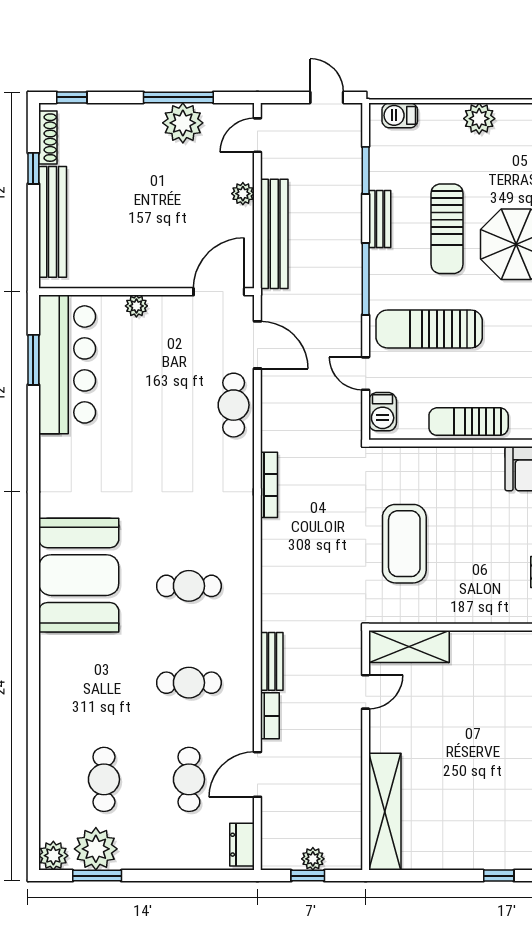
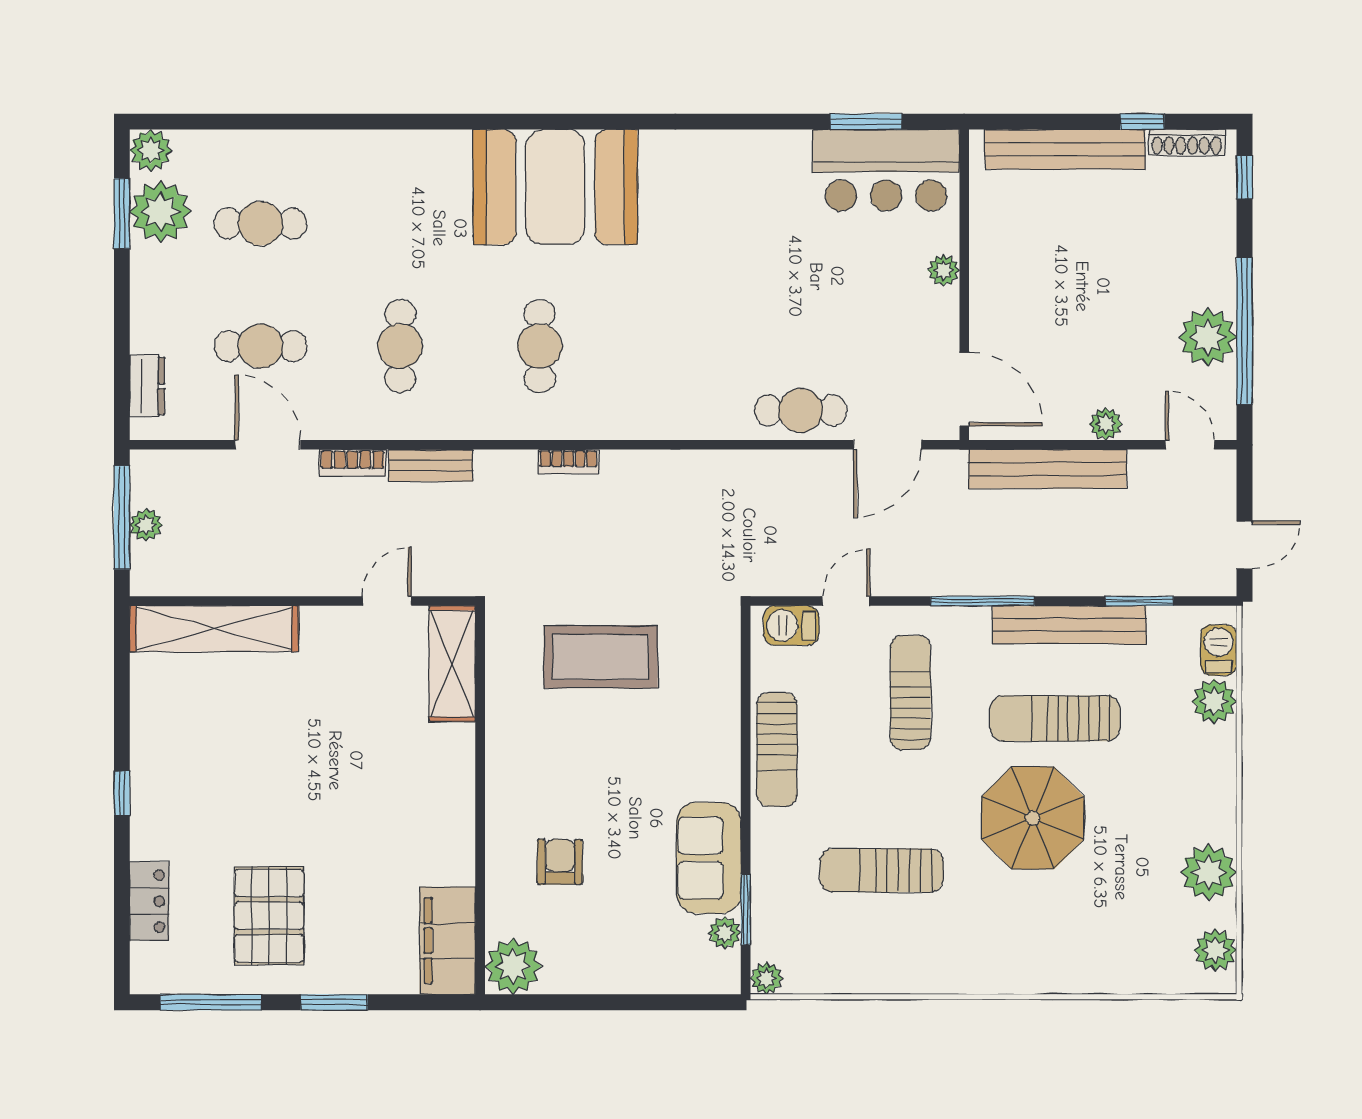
window: (178, 97) -> (1244, 331), width x1.46
plant: (479, 119) -> (1214, 701), moved
bench: (380, 219) -> (1069, 625), width x1.86, depth x1.21
sun lounger: (429, 329) -> (910, 693), width x0.73, depth x0.75
bar counter: (67, 364) -> (886, 170), width x0.73
sun lounger: (469, 422) -> (777, 749), turned 180
bookcase: (269, 485) -> (568, 462), moved, width x0.64
door: (366, 692) -> (387, 601), swing flipped
dresser: (242, 845) -> (147, 386), moved, turned 90
window: (308, 876) -> (122, 517), width x2.17

